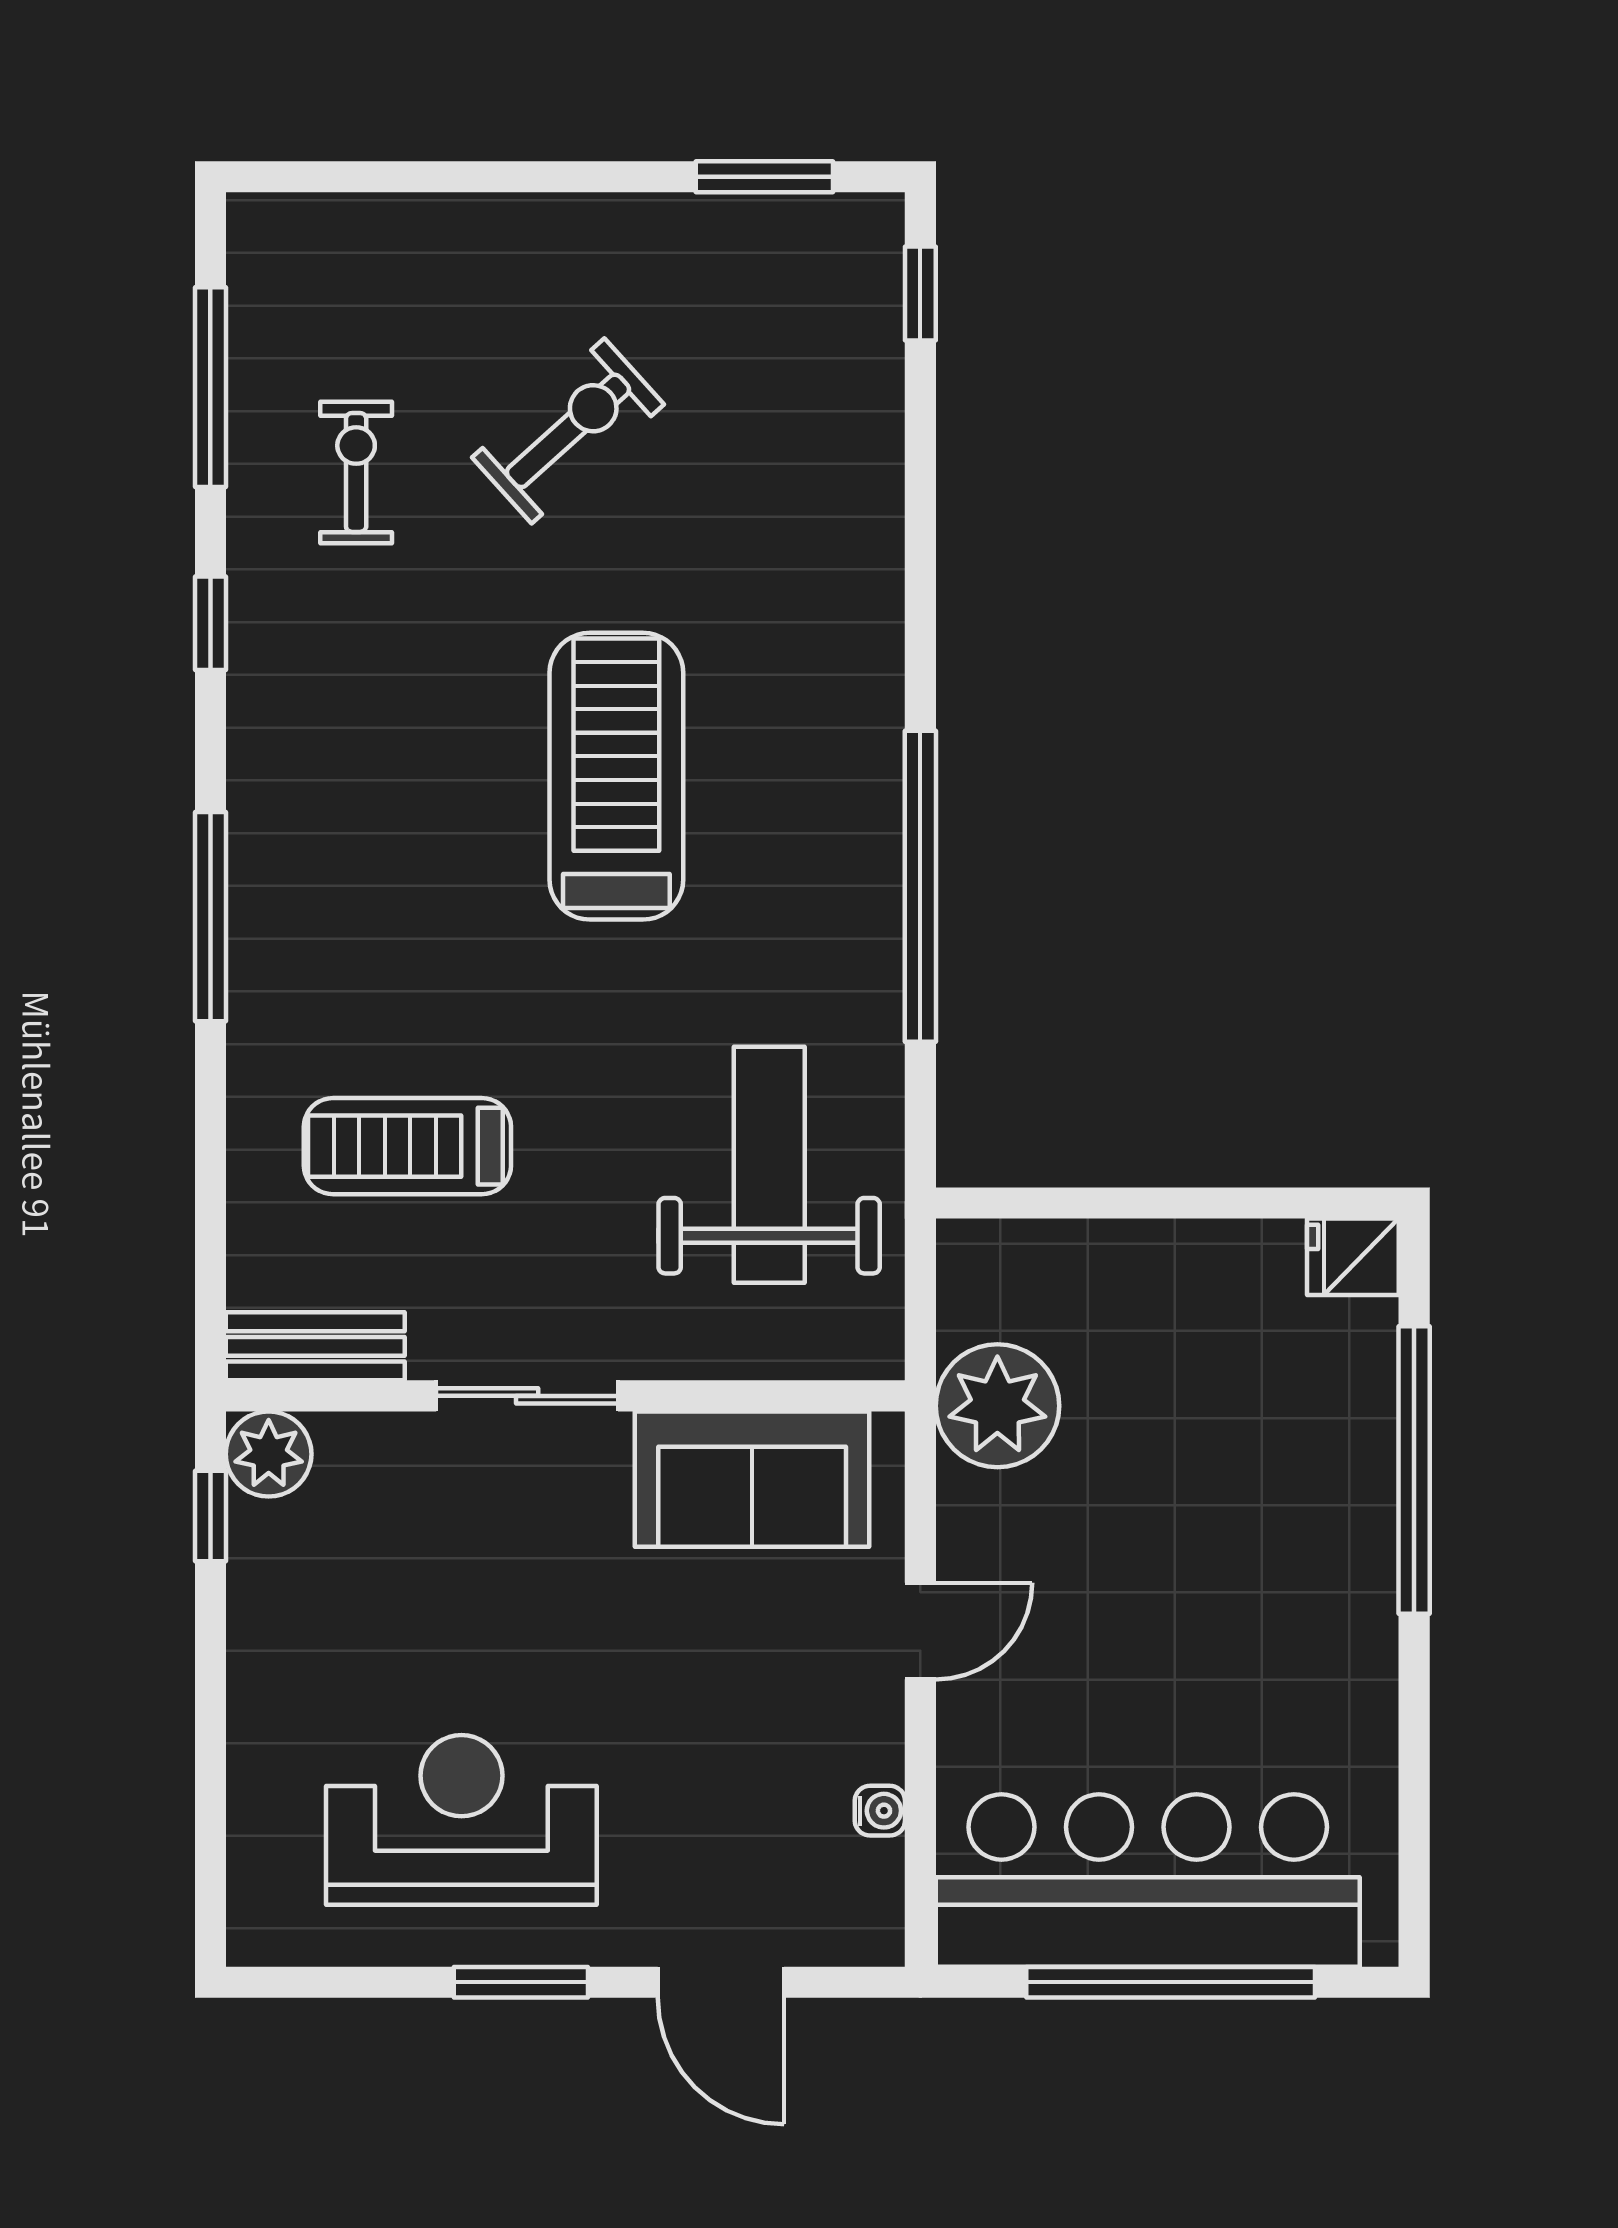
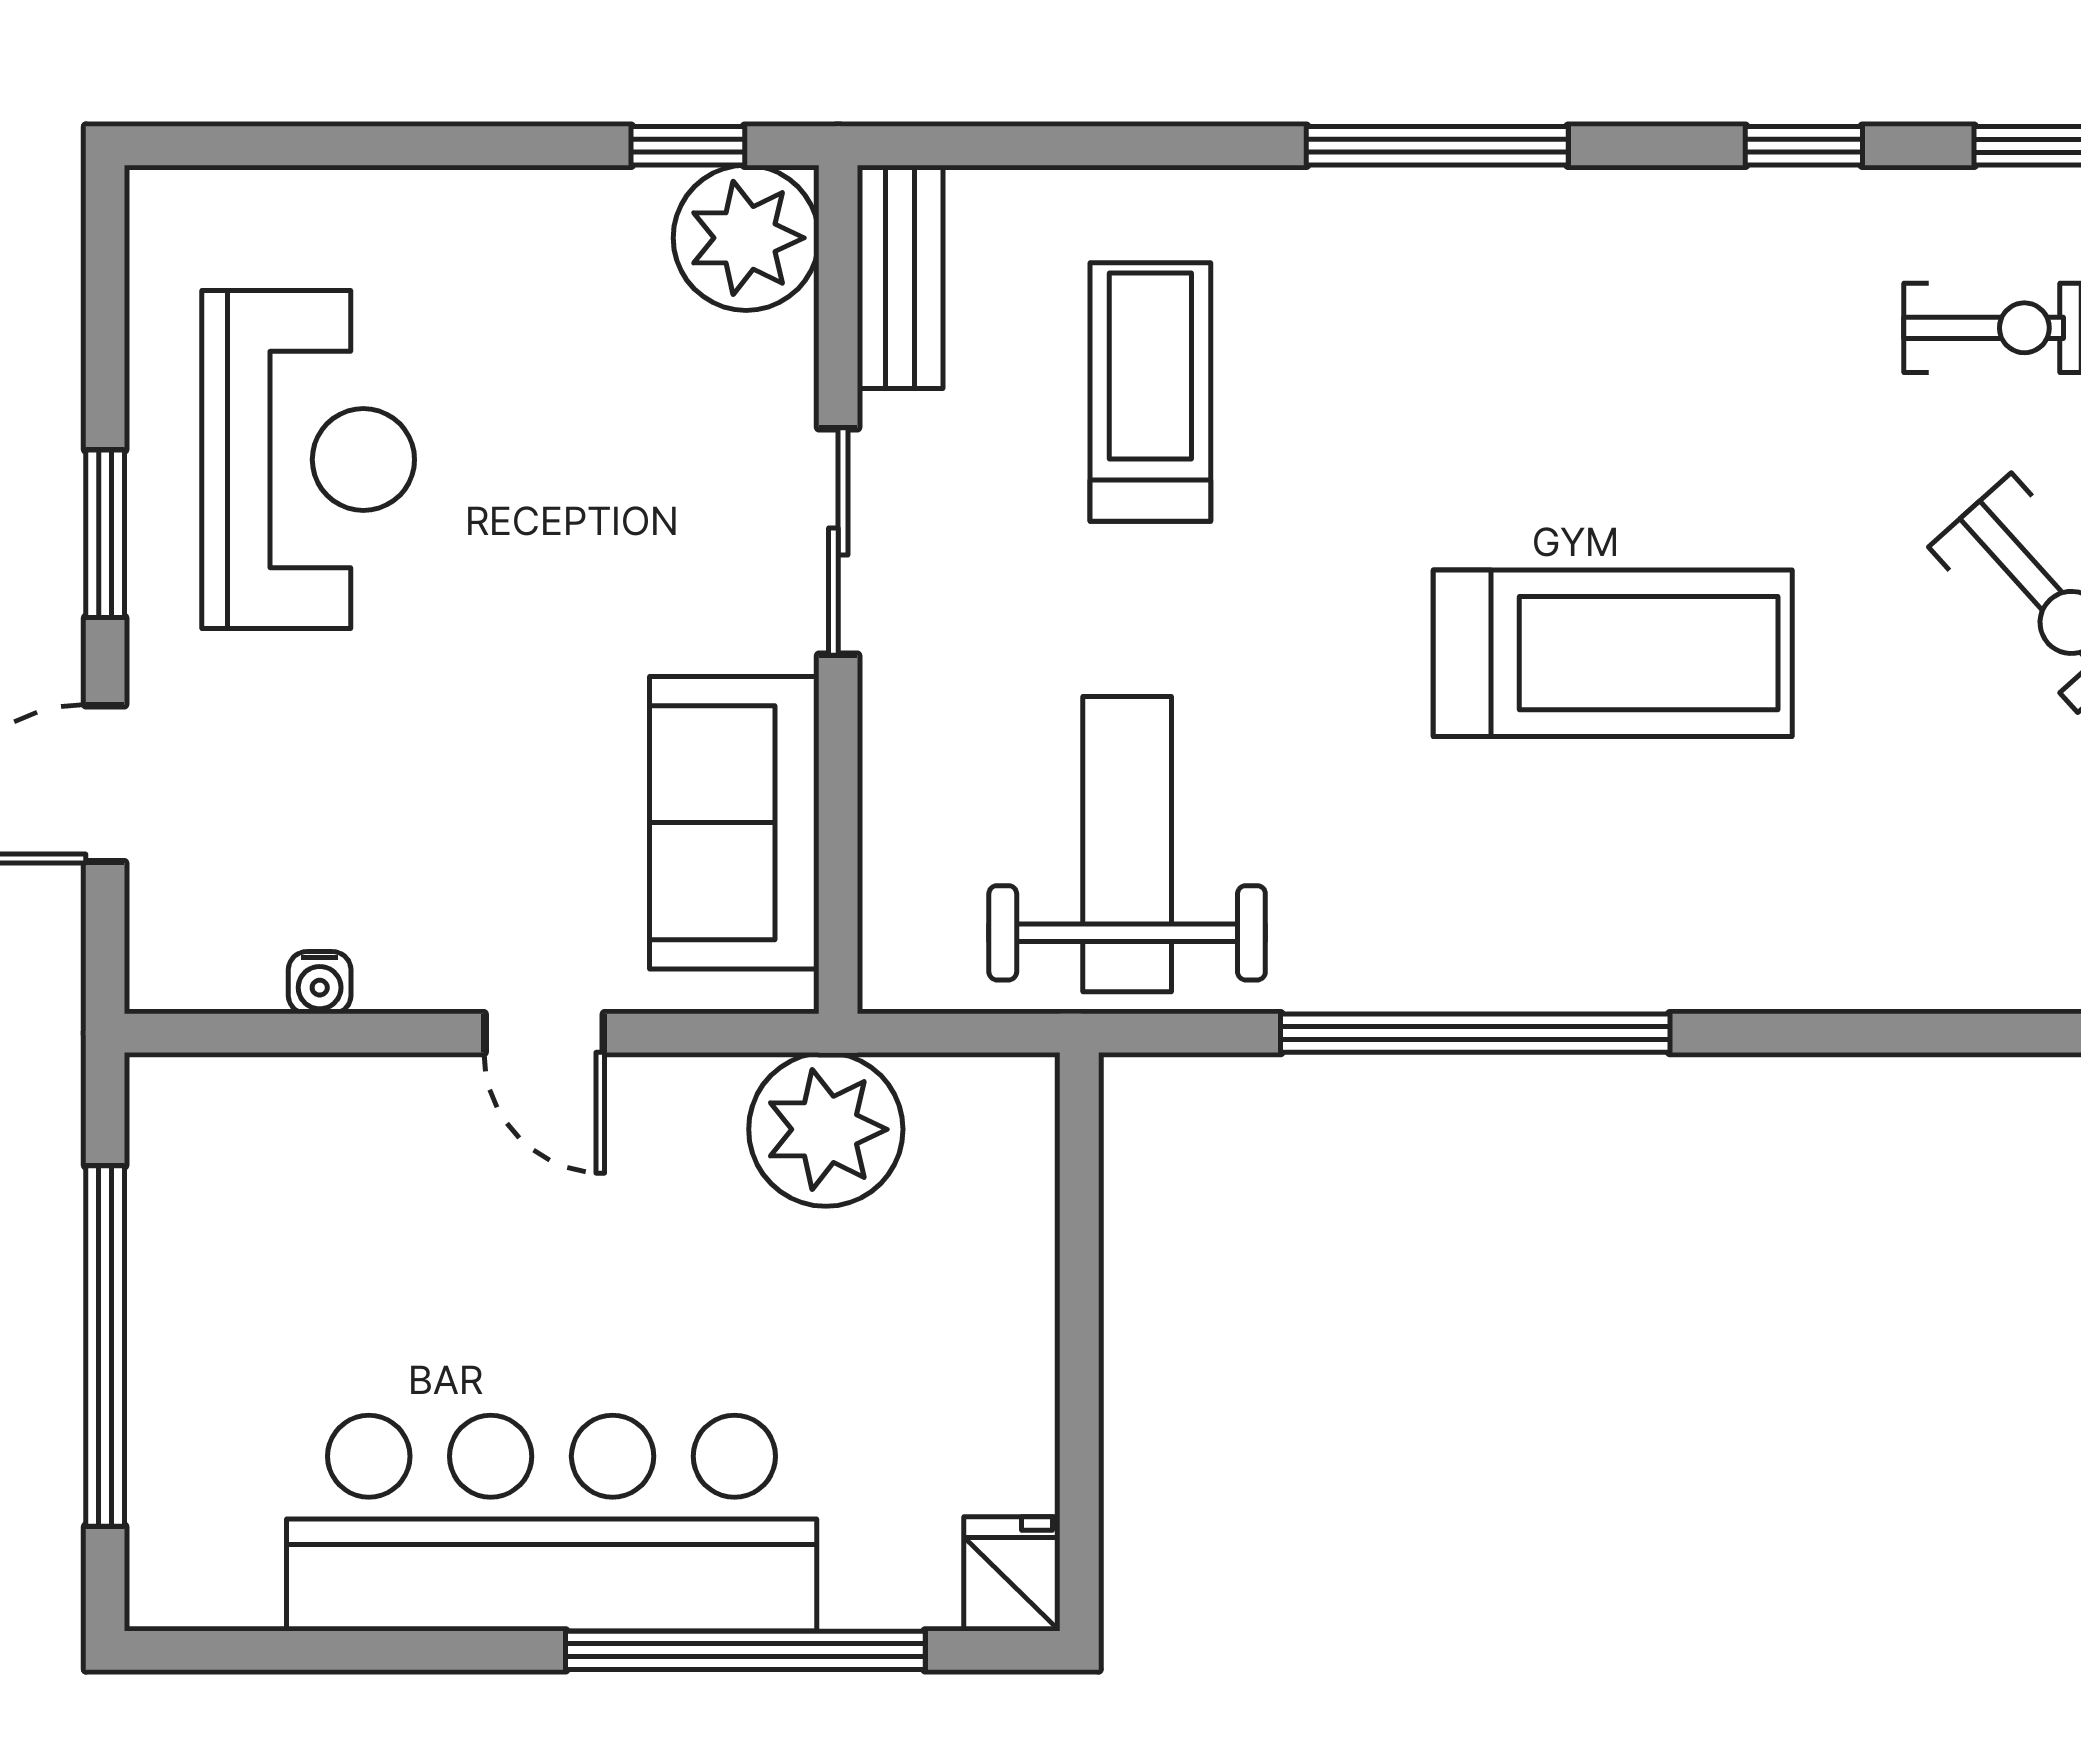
weight bench: (769, 1165) -> (1127, 844), turned -90
plant: (269, 1454) -> (746, 238), width x1.36, depth x1.36
bar counter: (1148, 1881) -> (552, 1523), moved, turned -90

